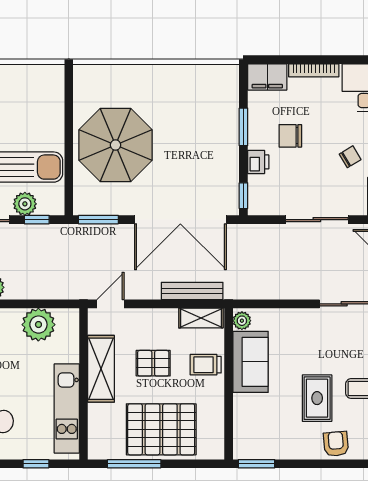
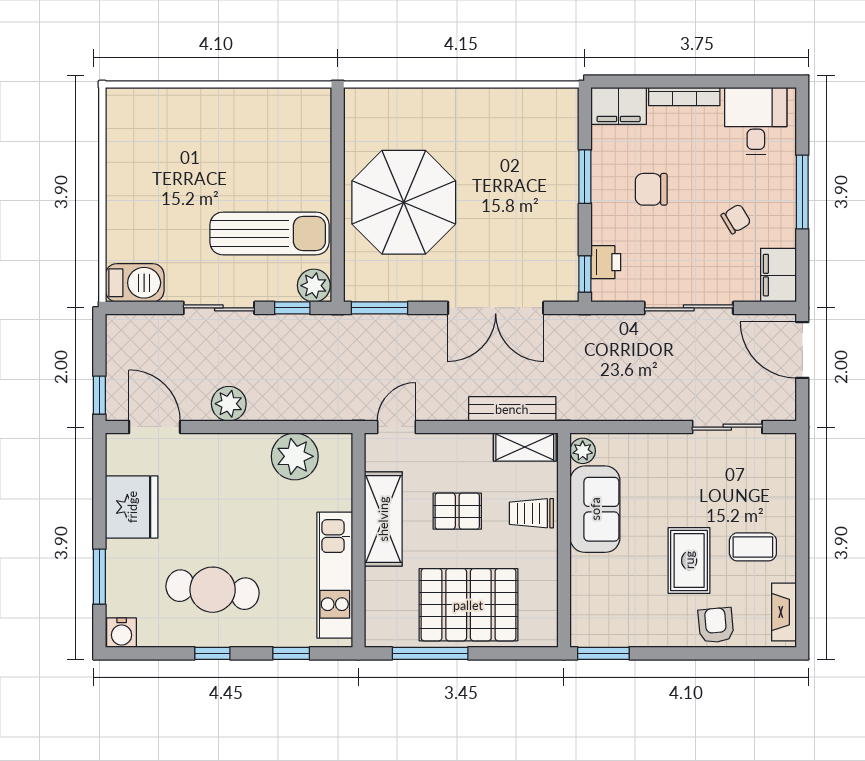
printer: (258, 162) -> (606, 262), moved
plant: (25, 204) -> (314, 286), moved
double door: (180, 220) -> (496, 308), width x0.73

